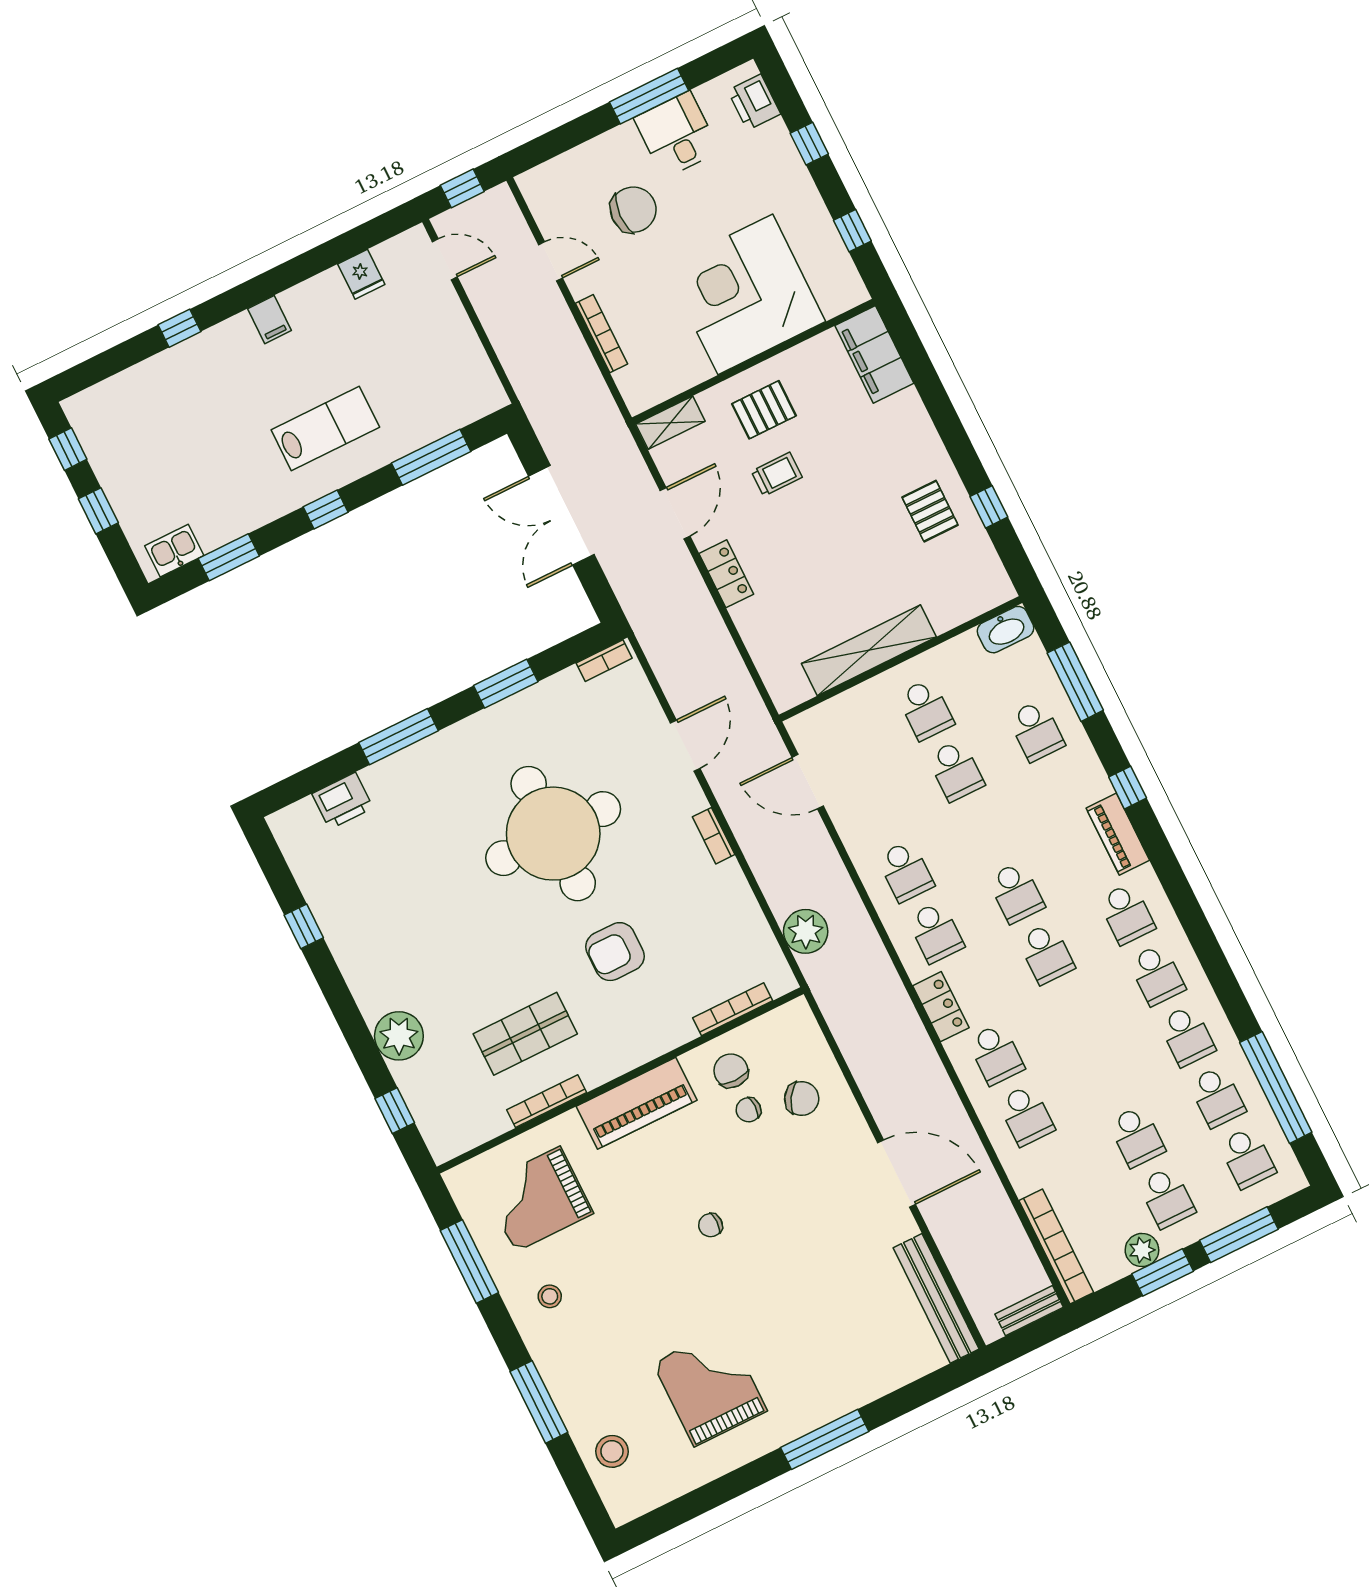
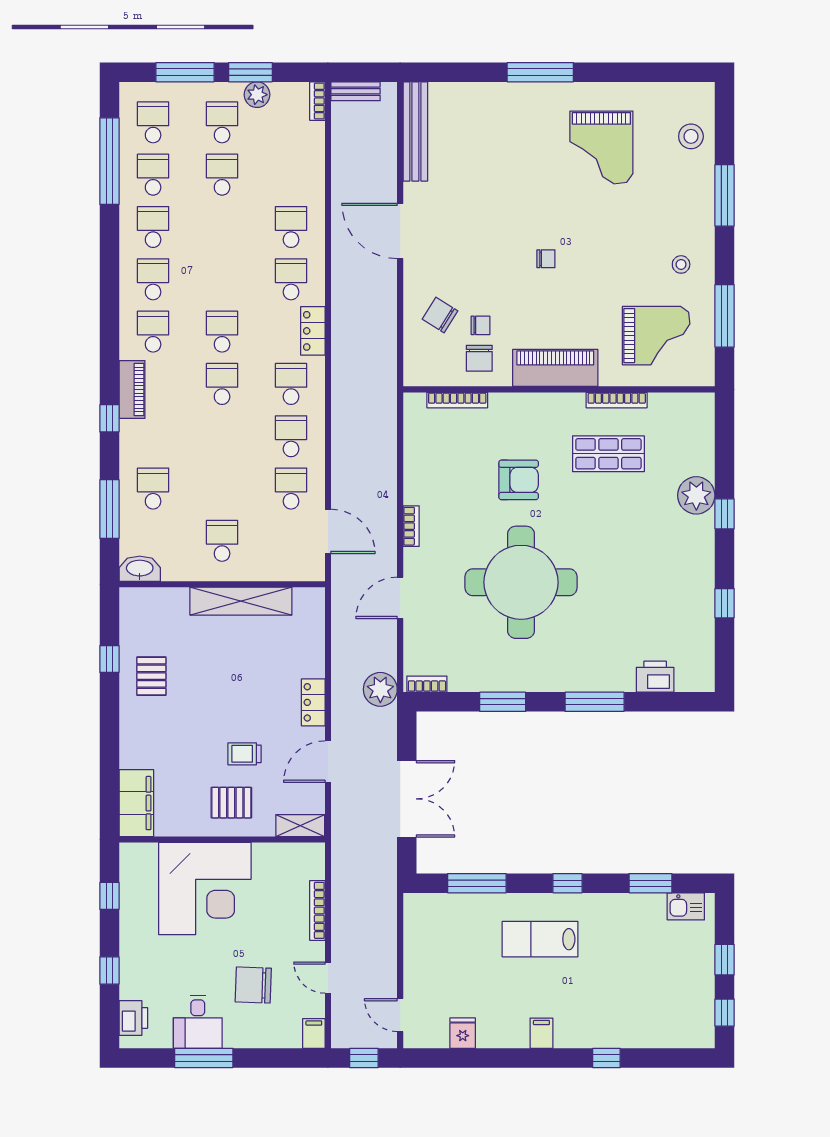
filing cabinet: (535, 188) -> (314, 1033), added
school desk: (956, 771) -> (291, 489), moved
plant: (806, 931) -> (380, 689), moved
window: (395, 1111) -> (725, 514), moved
bookcase: (1056, 1246) -> (317, 101), width x0.43, depth x0.76

